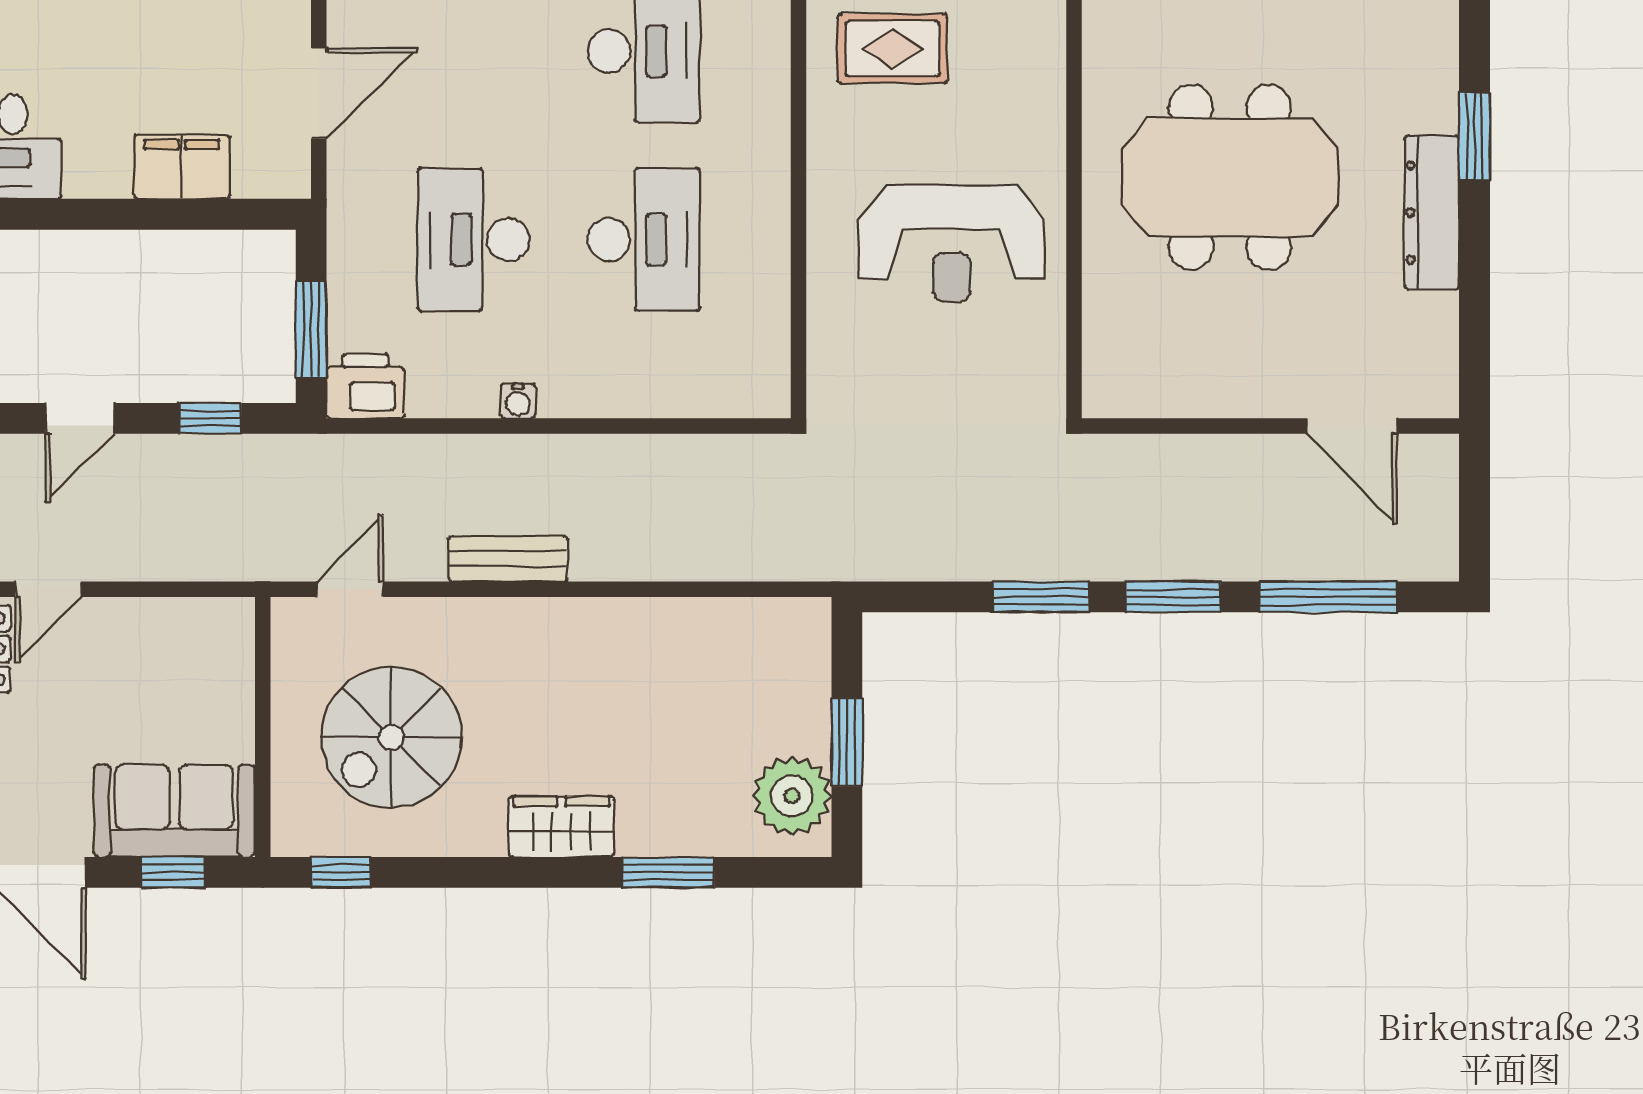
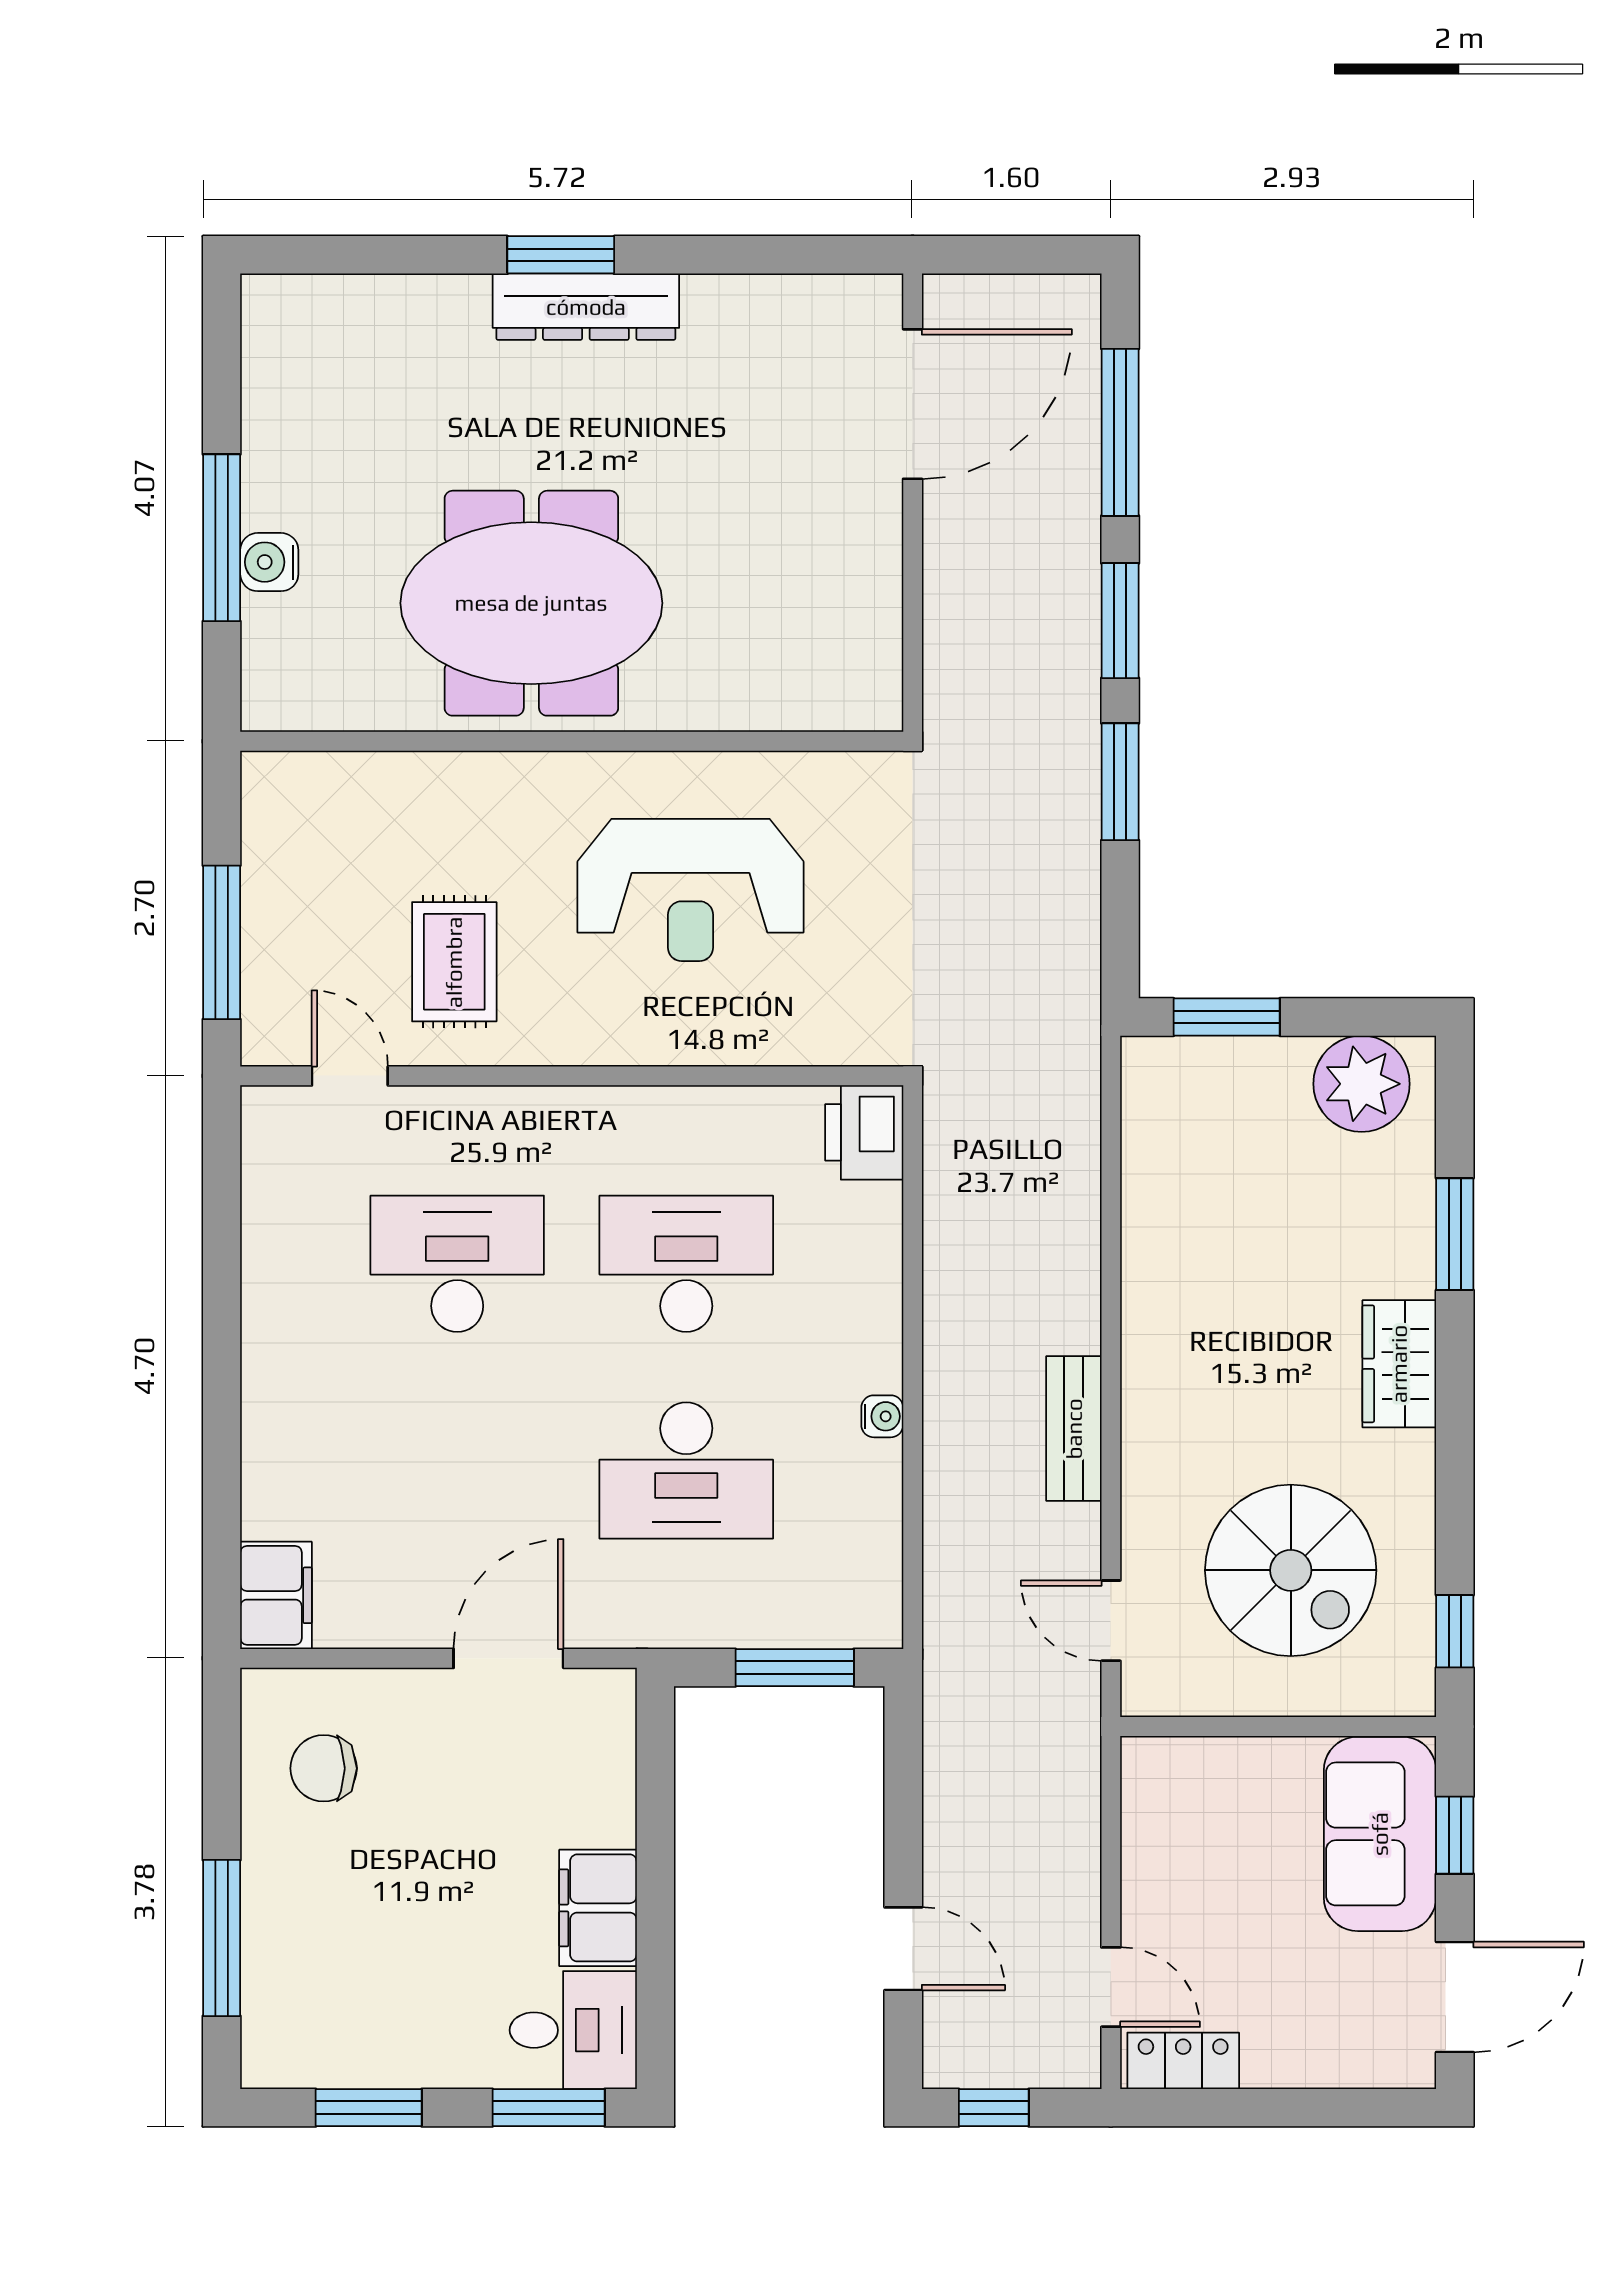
door: (319, 93) -> (508, 1658), hinge flipped
filing cabinet: (182, 167) -> (598, 1908), moved
meeting table: (1230, 177) -> (531, 603), moved, turned 90
dresser: (1432, 212) -> (586, 307), moved
reception desk: (952, 243) -> (691, 890), turned 90
printer: (365, 386) -> (864, 1132), moved
window: (210, 418) -> (903, 1790), removed
door: (1352, 426) -> (913, 404), width x1.36
window: (847, 742) -> (1227, 1017), moved

